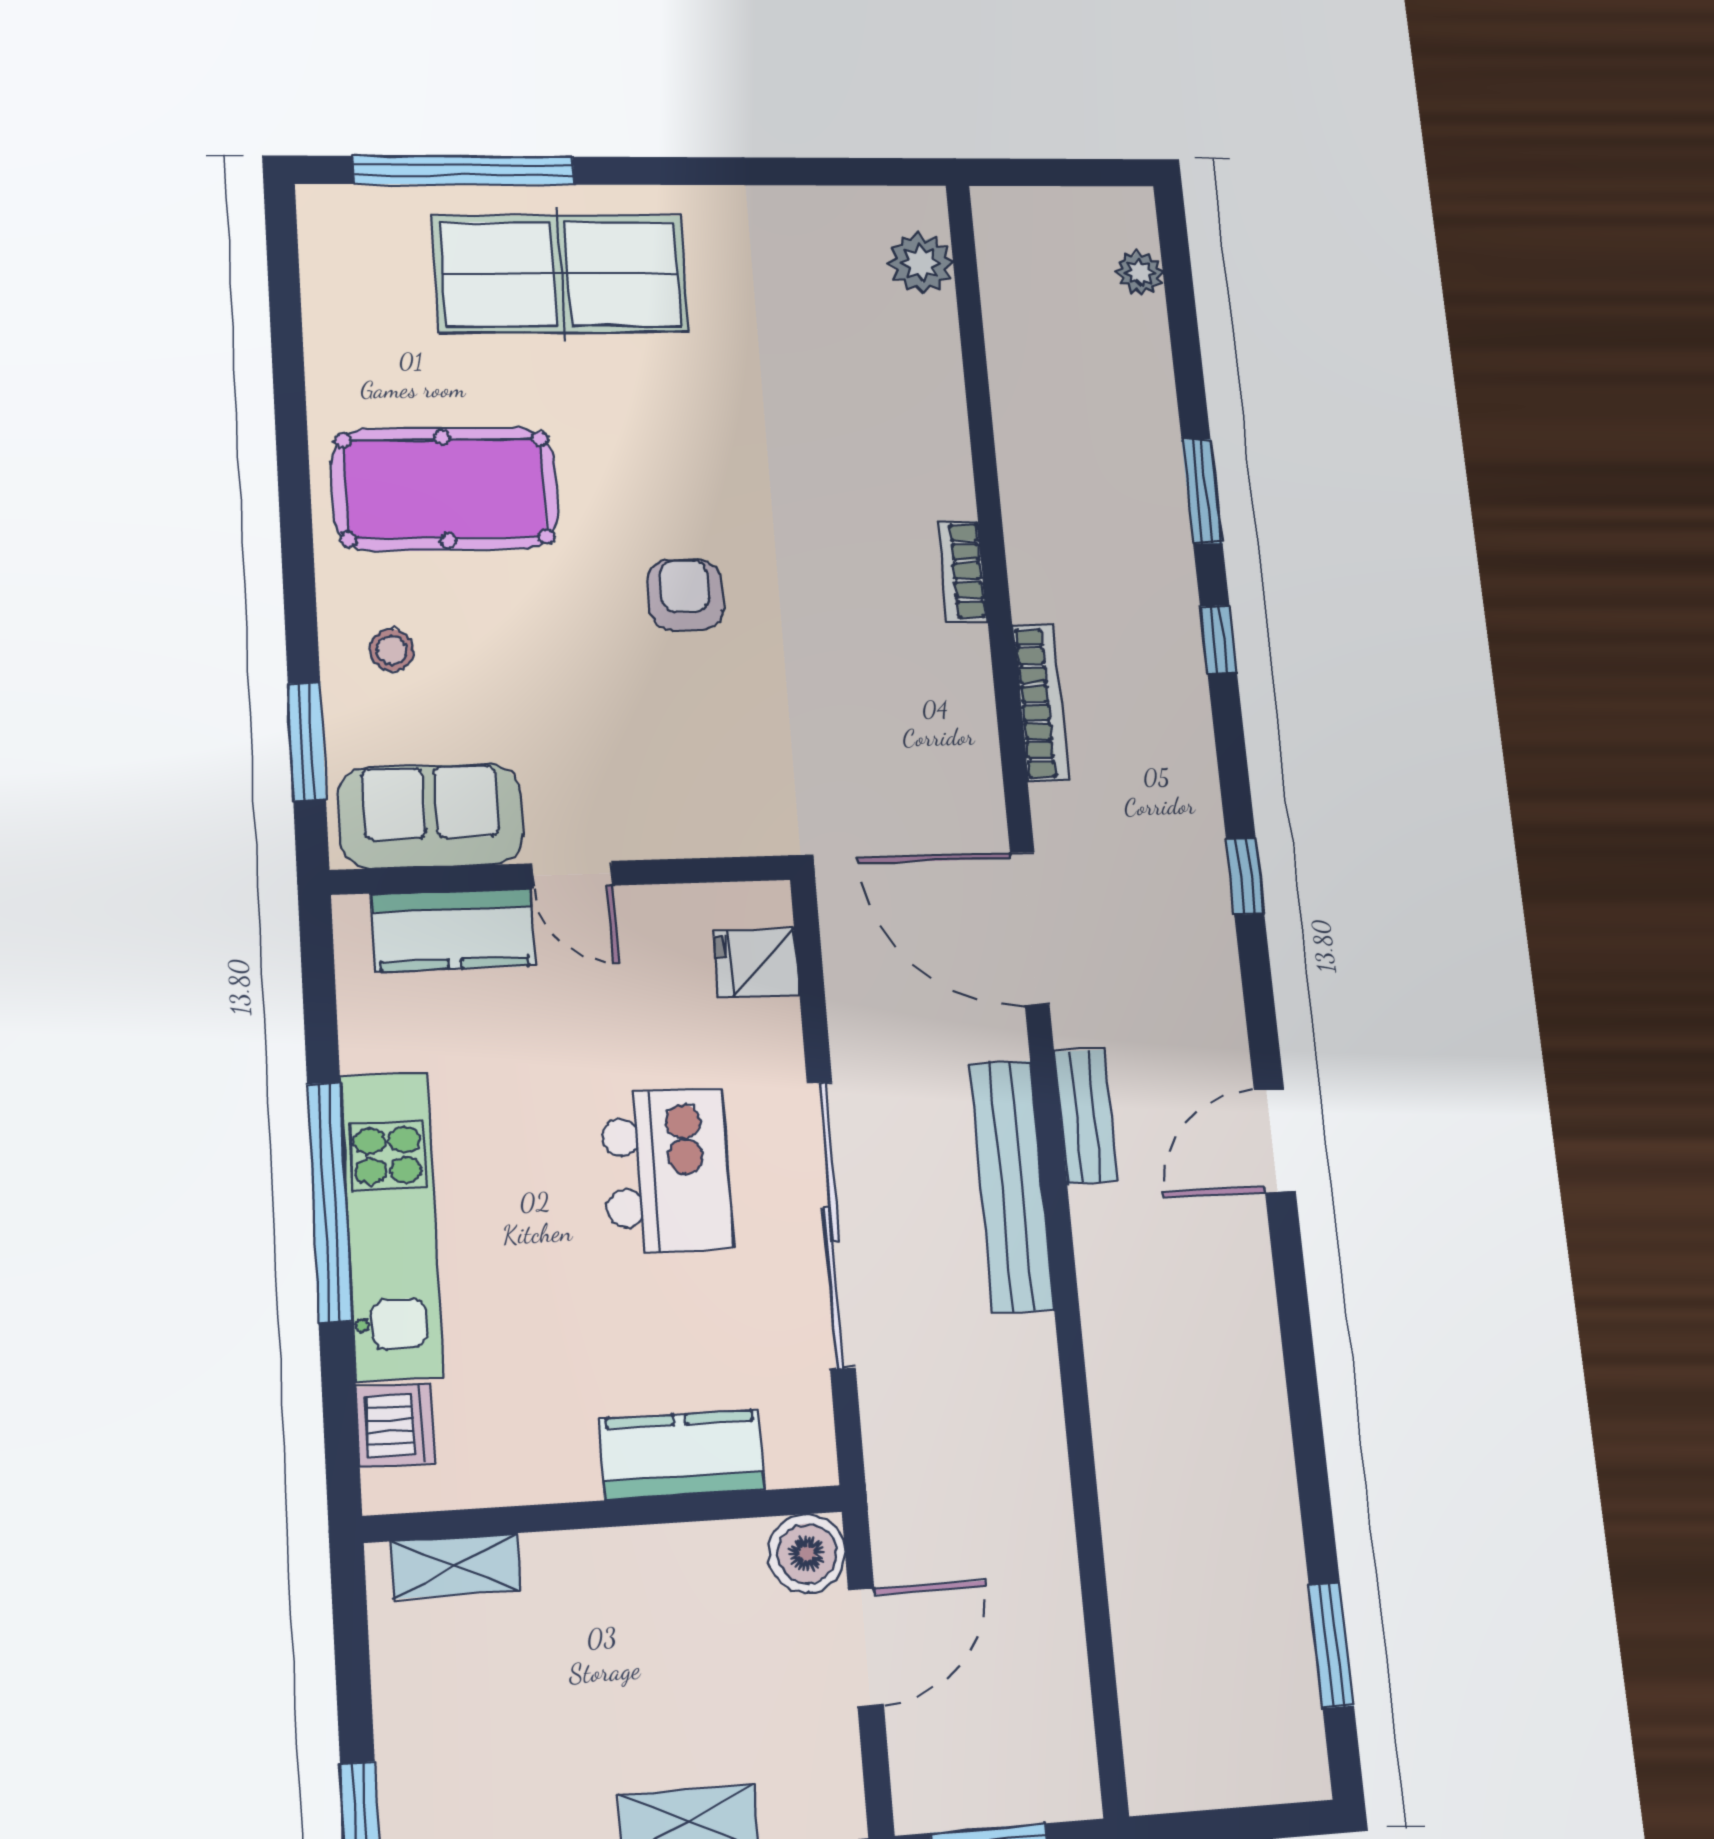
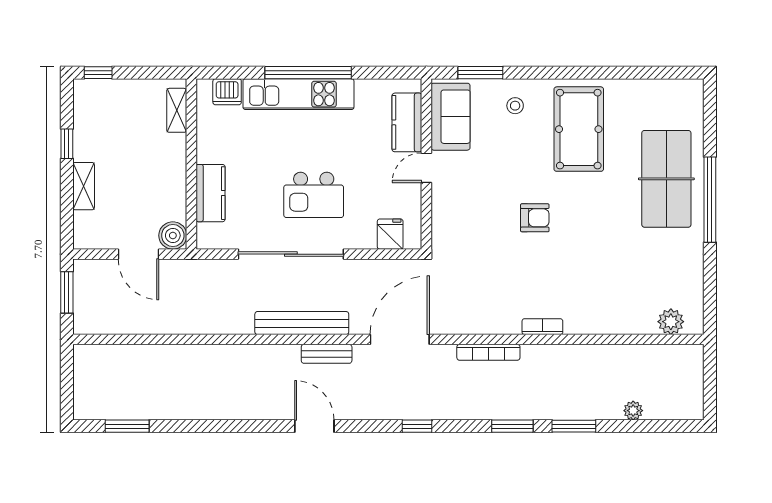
window: (464, 170) -> (710, 200), moved
plant: (1140, 273) -> (633, 411), moved
window: (1218, 639) -> (512, 426), width x1.50

